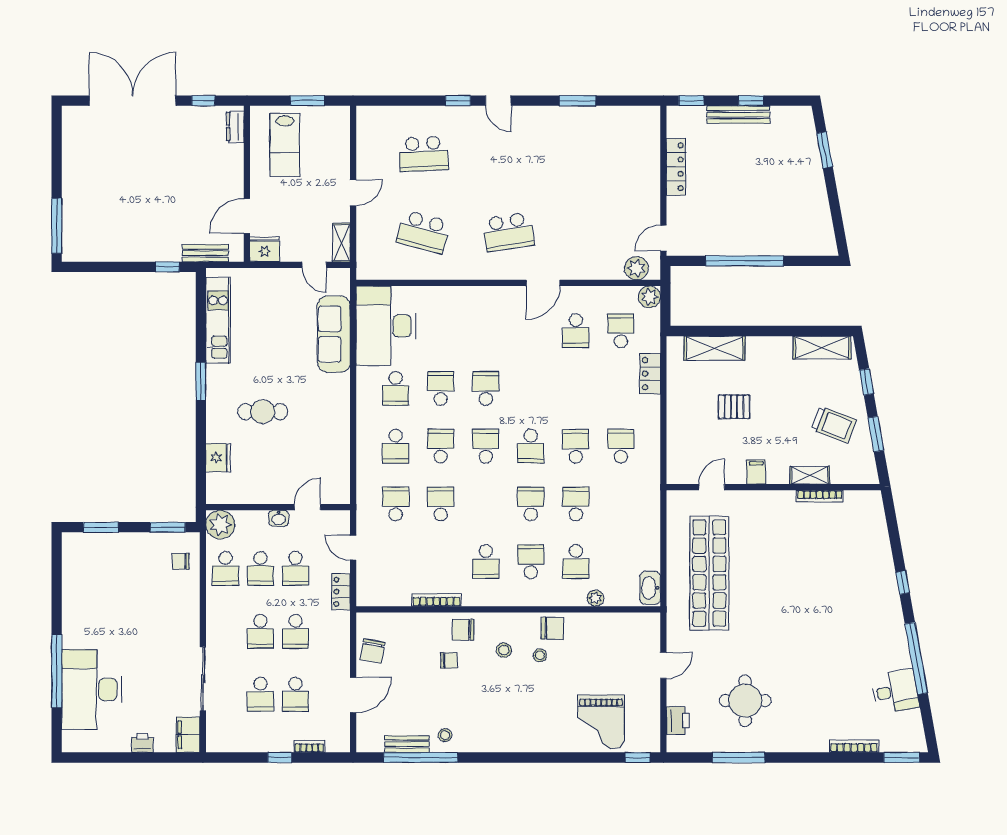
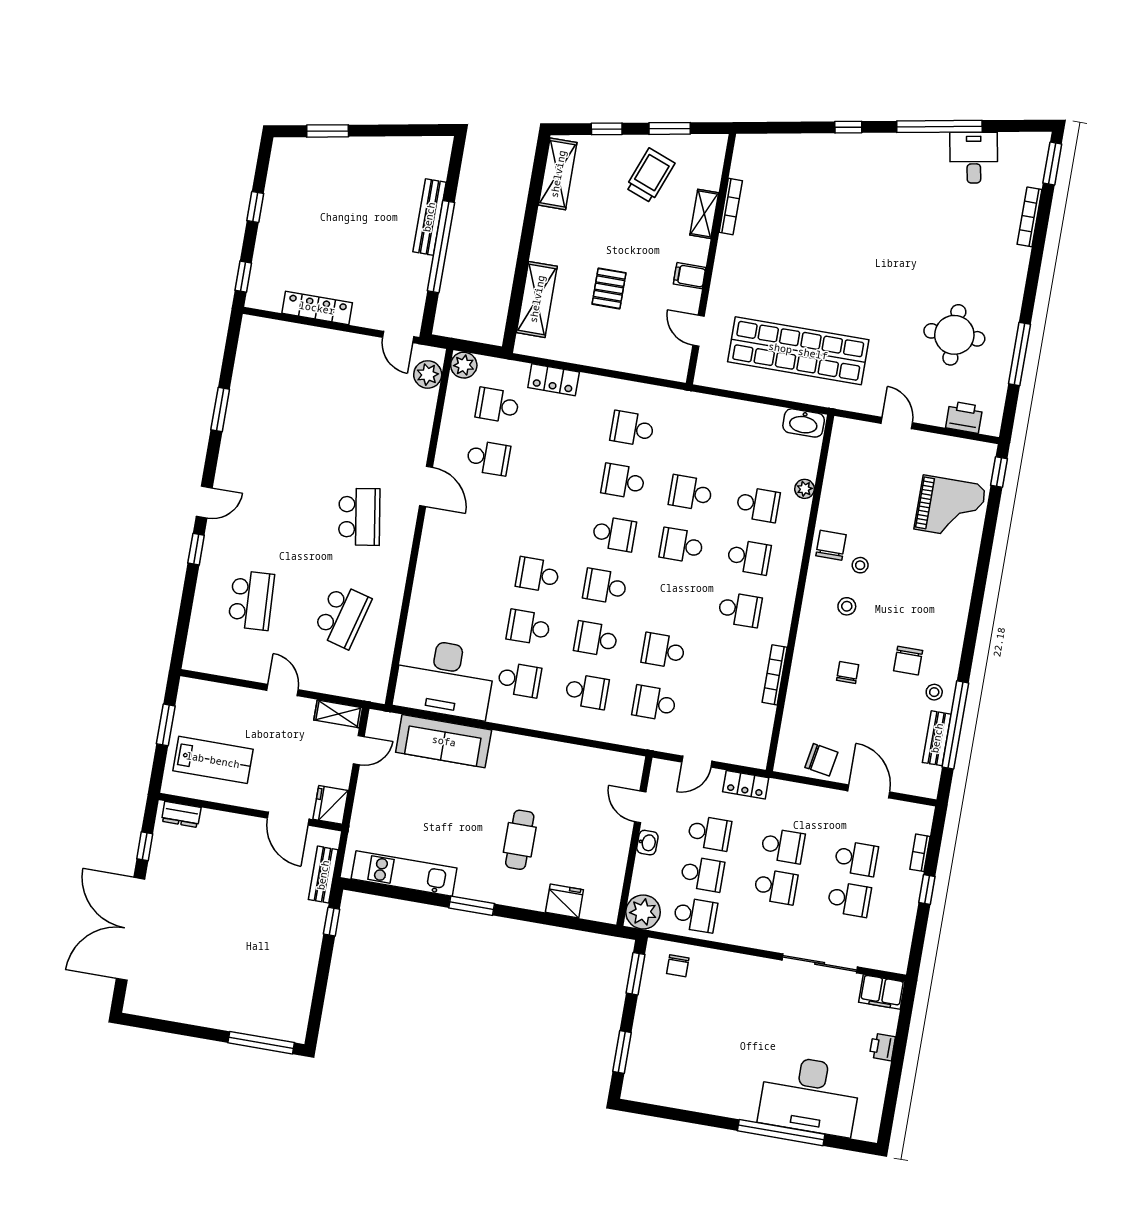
bench: (738, 115) -> (429, 217), moved
school desk: (531, 562) -> (749, 557), turned 180
chair: (463, 630) -> (908, 661), moved

